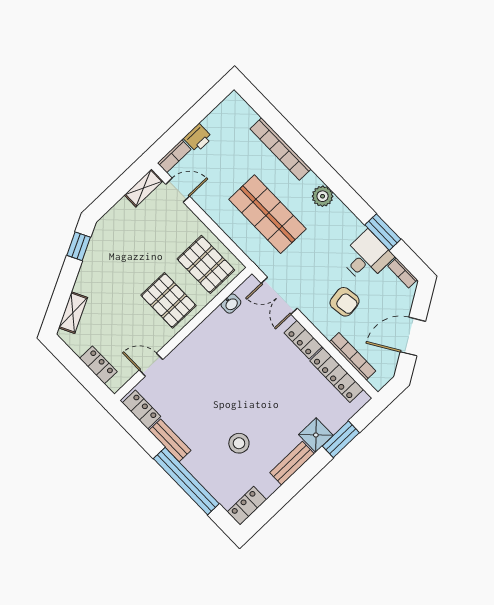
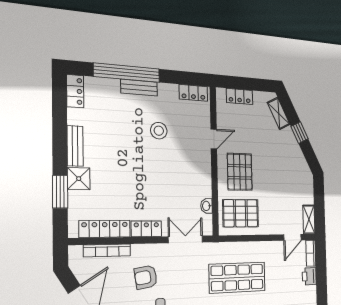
window: (79, 246) -> (300, 133), moved
pallet: (169, 300) -> (240, 172), turned 90
door: (151, 365) -> (214, 139), moved
bench: (170, 440) -> (139, 88), moved
stool: (239, 443) -> (159, 131), moved

